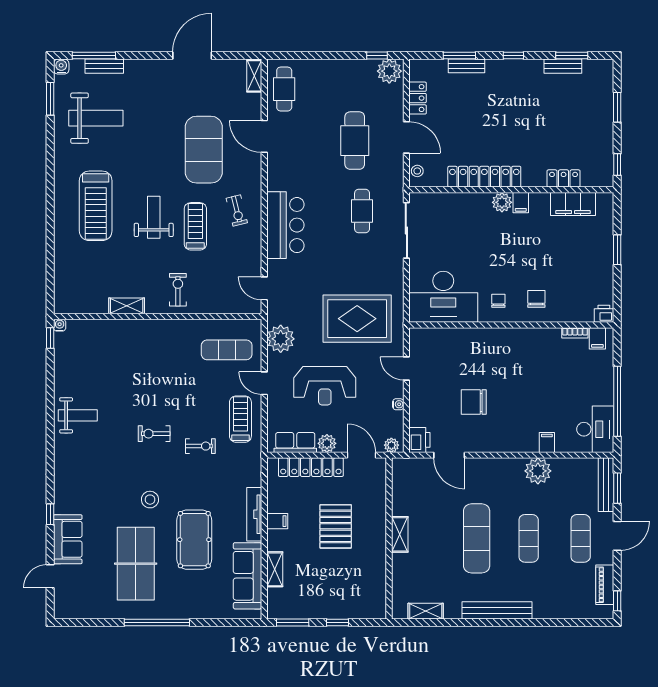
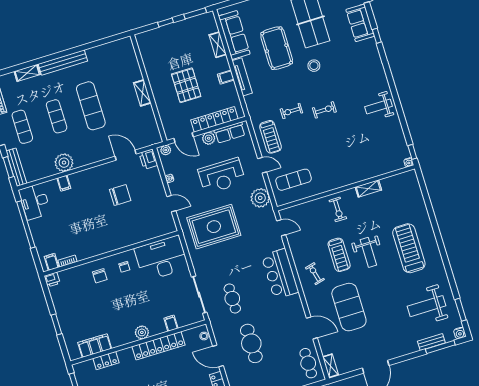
filing cabinet: (521, 203) -> (171, 323), moved
reception desk: (325, 386) -> (222, 176), turned 180
shelving: (426, 611) -> (27, 73), moved

